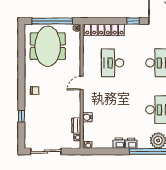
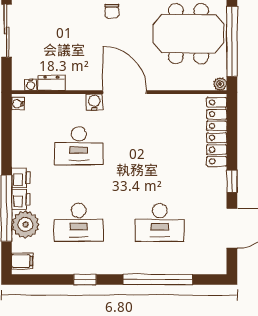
desk: (113, 63) -> (79, 146), moved, turned 180
door: (82, 83) -> (125, 92), width x1.87
water cooler: (87, 117) -> (94, 102), moved
printer: (119, 143) -> (21, 199), moved

